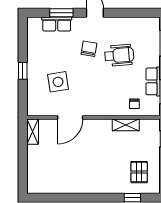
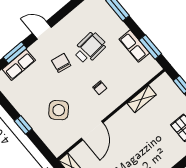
side table: (58, 82) -> (59, 110), turned -37
chair: (134, 104) -> (100, 88), moved

